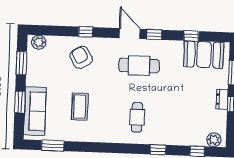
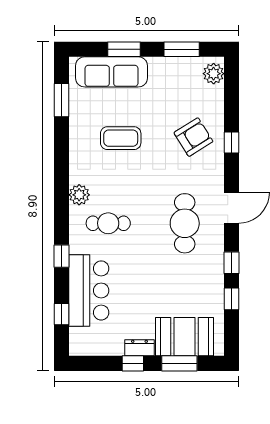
window: (154, 34) -> (231, 263), moved
booth: (204, 54) -> (184, 337), moved, turned 90
bar counter: (182, 132) -> (89, 290), added
plant: (214, 140) -> (79, 195), moved

